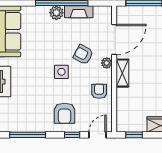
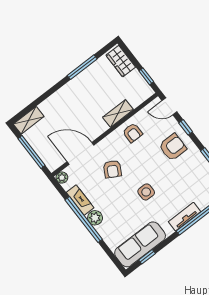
plant: (107, 63) -> (62, 178), moved
side table: (61, 72) -> (146, 192), moved
shelving: (122, 73) -> (118, 113), moved
armchair: (99, 91) -> (133, 133), turned -90

